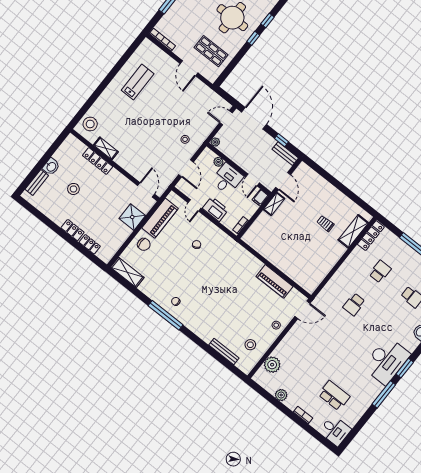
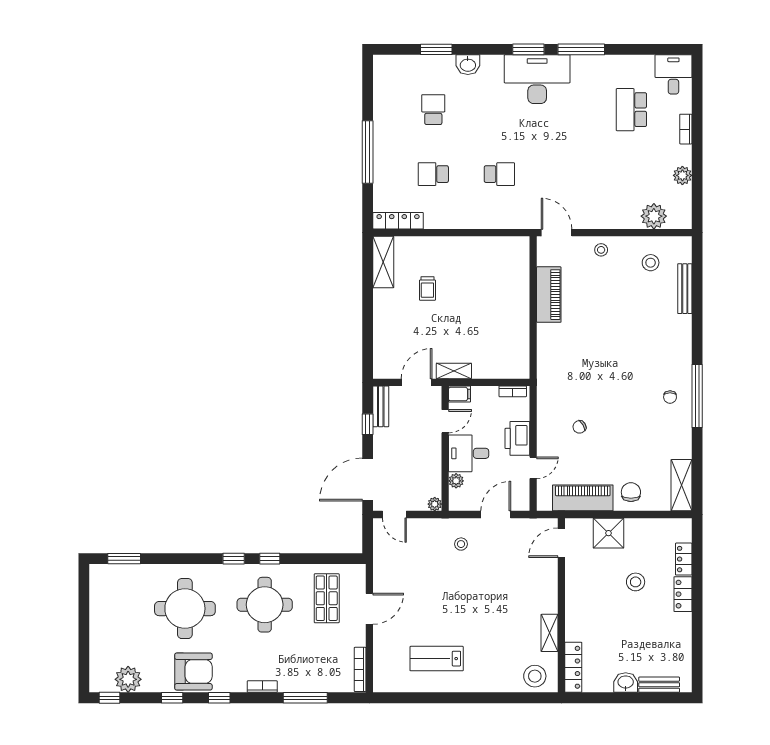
locker: (98, 161) -> (573, 667), moved
stool: (73, 189) -> (636, 582), moved
shelving: (353, 231) -> (383, 262), moved, turned 90

